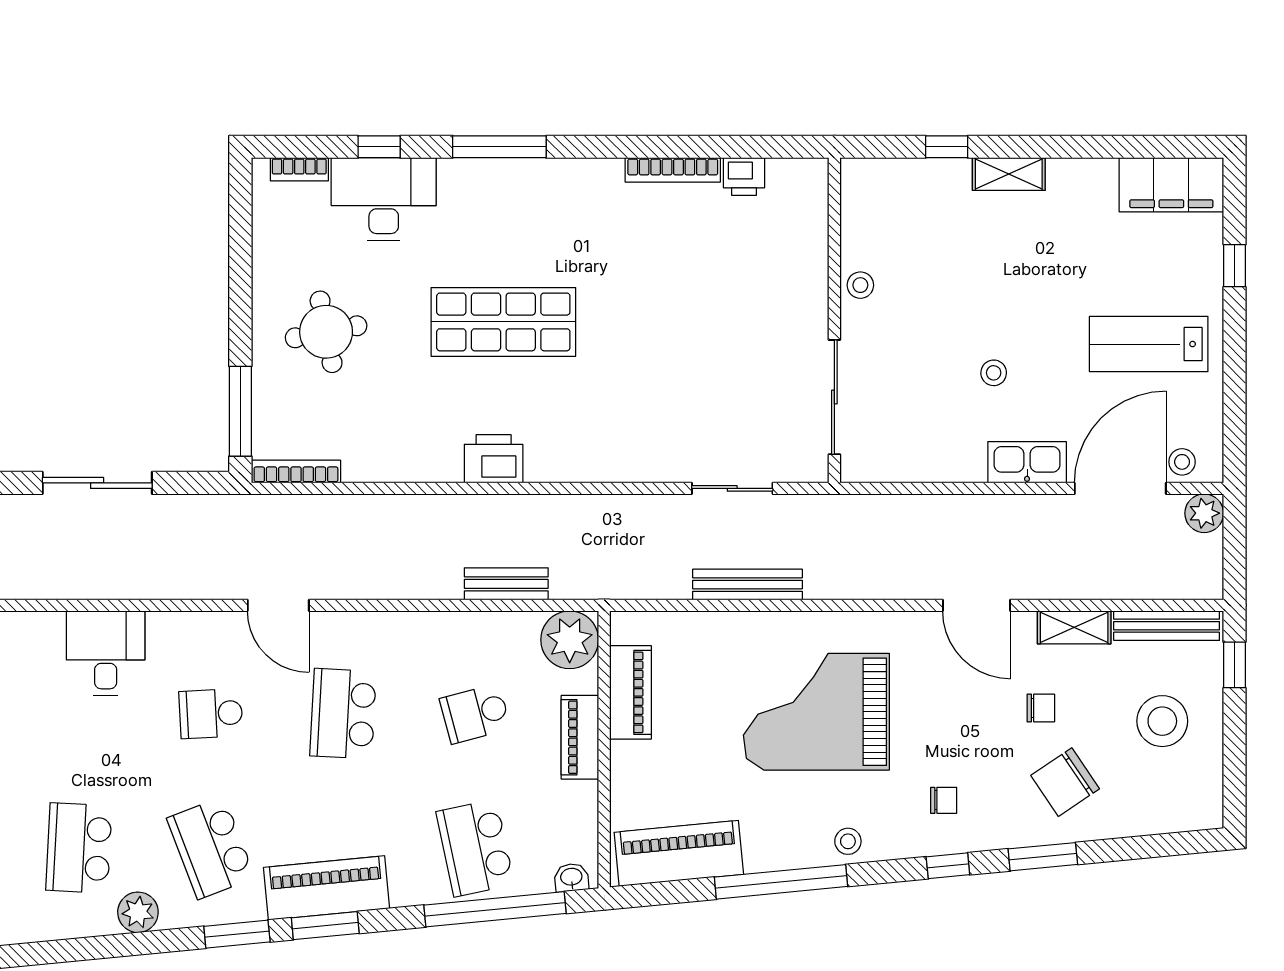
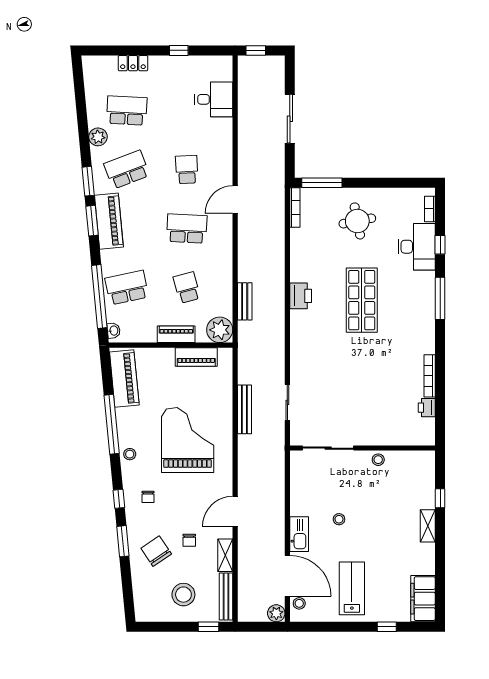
desk: (106, 653) -> (214, 99), moved

